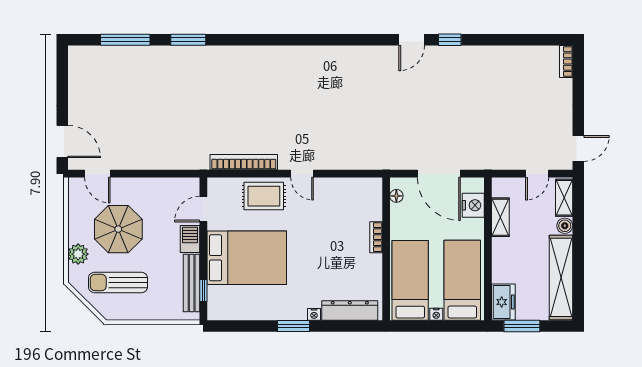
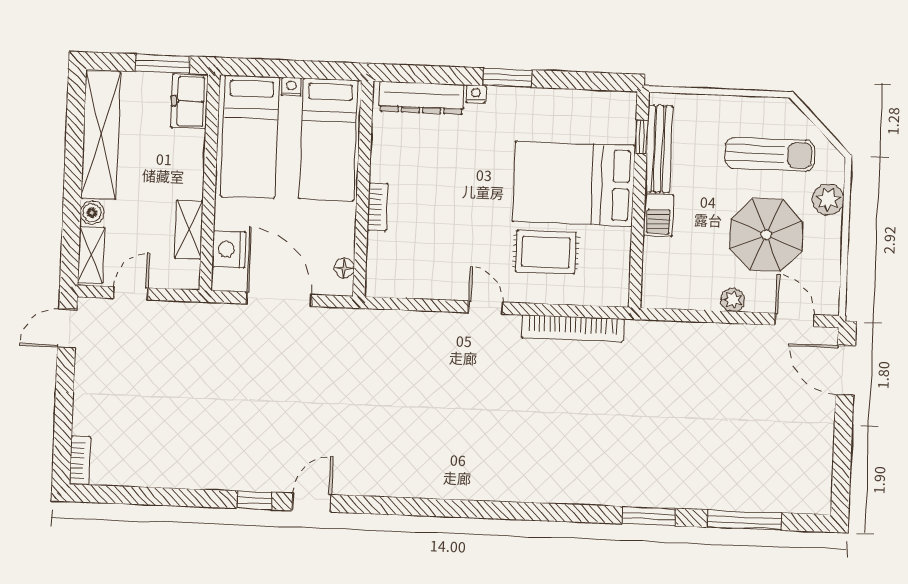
plant: (139, 185) -> (733, 300), added
rug: (264, 196) -> (546, 252), moved
door: (203, 209) -> (636, 260), removed

